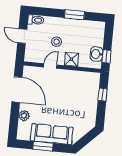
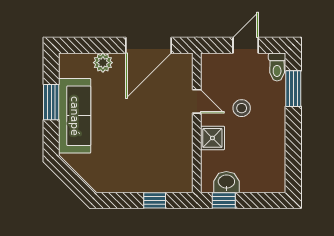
window: (74, 15) -> (293, 89), moved

